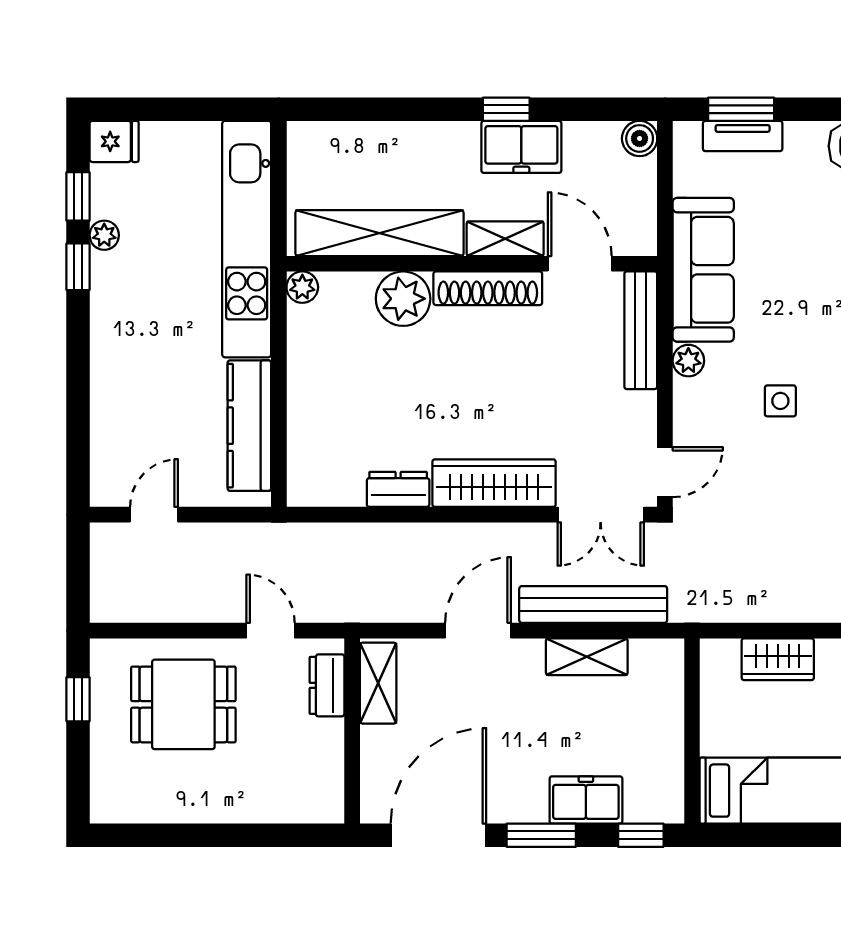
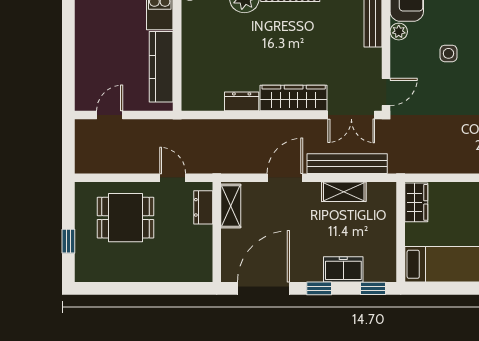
wardrobe: (778, 659) -> (416, 202), moved, turned -90
window: (78, 699) -> (68, 241), moved
window: (541, 835) -> (319, 288), width x0.67

